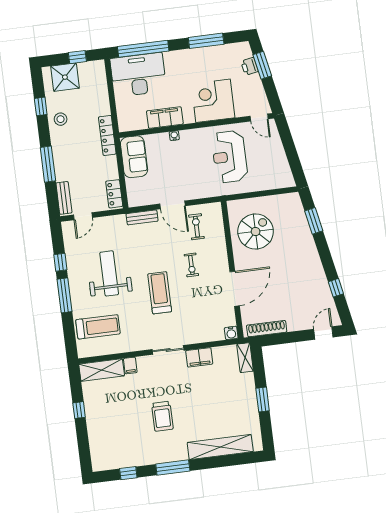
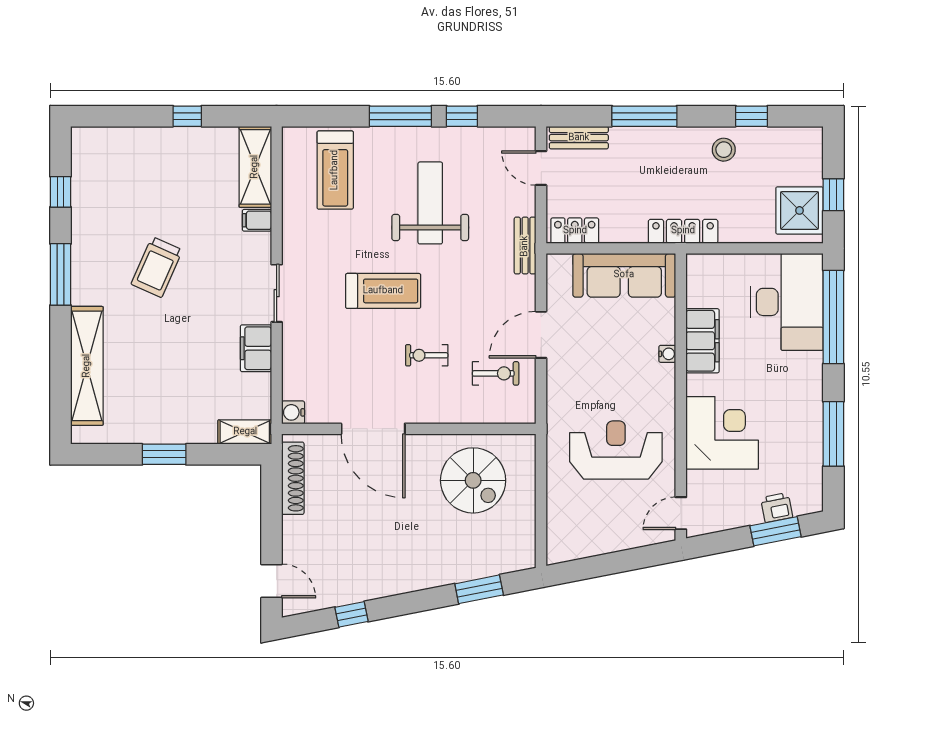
shower: (65, 77) -> (799, 210), moved
sofa: (134, 157) -> (624, 275), width x1.36
bench: (142, 217) -> (525, 246), moved
weight bench: (109, 273) -> (430, 203), turned -90
trolley: (162, 416) -> (157, 267), turned -66

